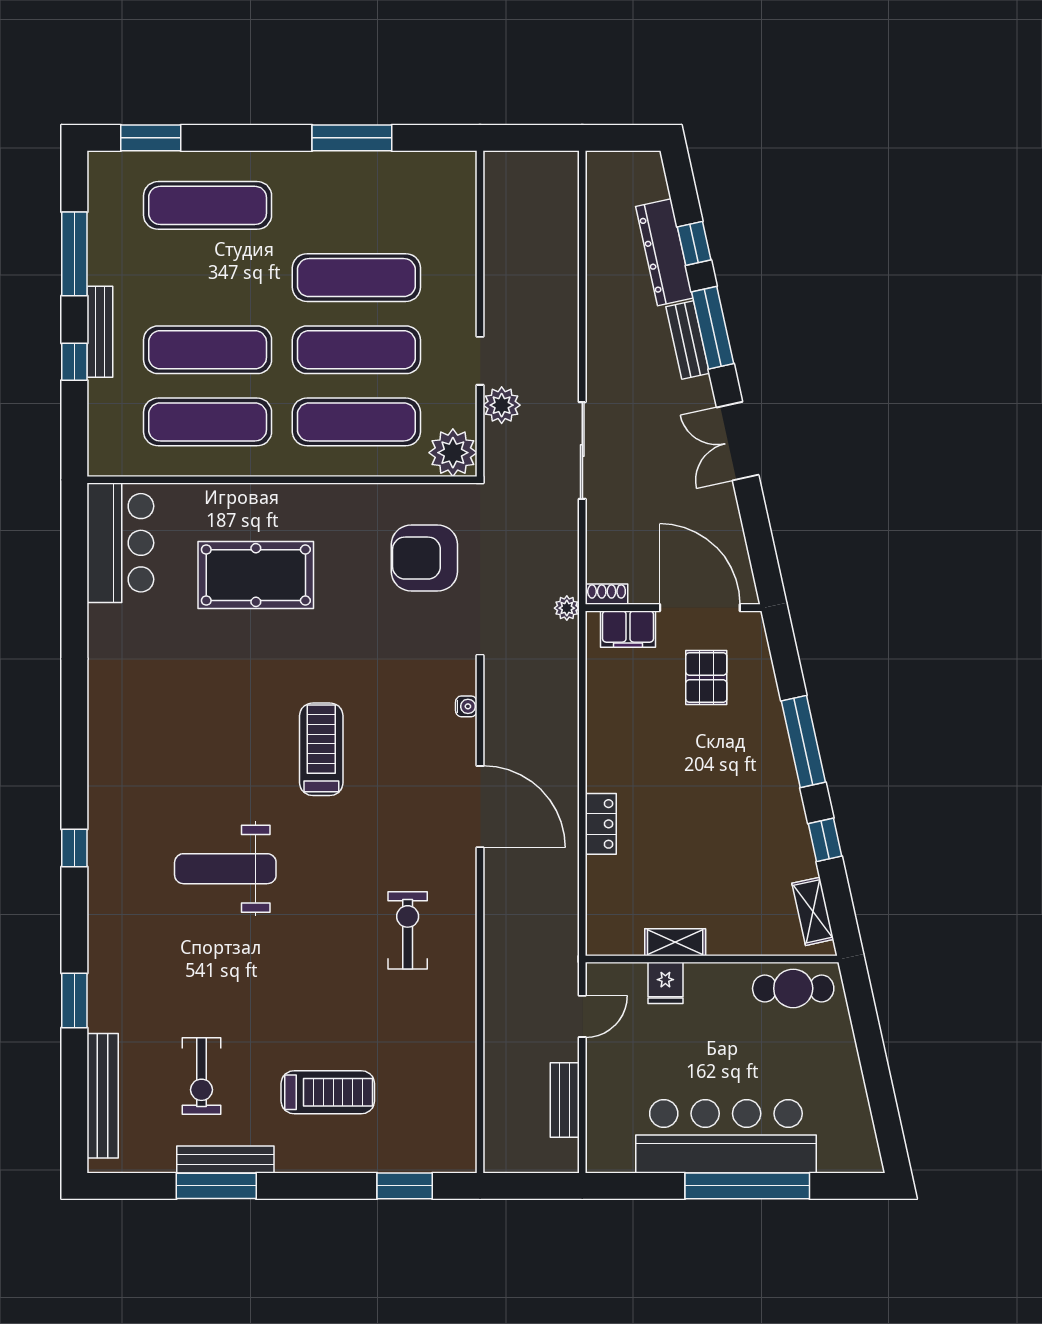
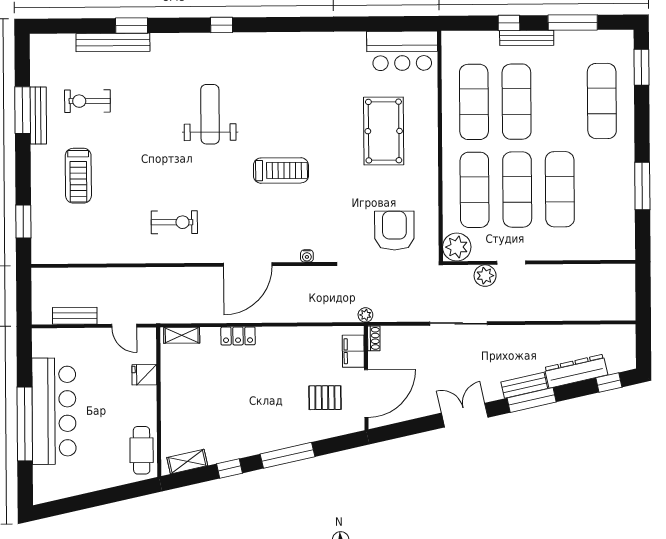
window: (694, 243) -> (609, 382), moved
shelving: (675, 942) -> (182, 335), moved, turned 90
bench: (103, 1096) -> (113, 42), moved

